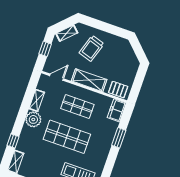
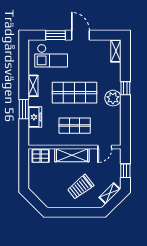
trolley: (92, 48) -> (80, 187), turned -146
shelving: (37, 100) -> (33, 86), moved
freezer: (117, 110) -> (35, 117), moved
window: (13, 141) -> (125, 88), moved

